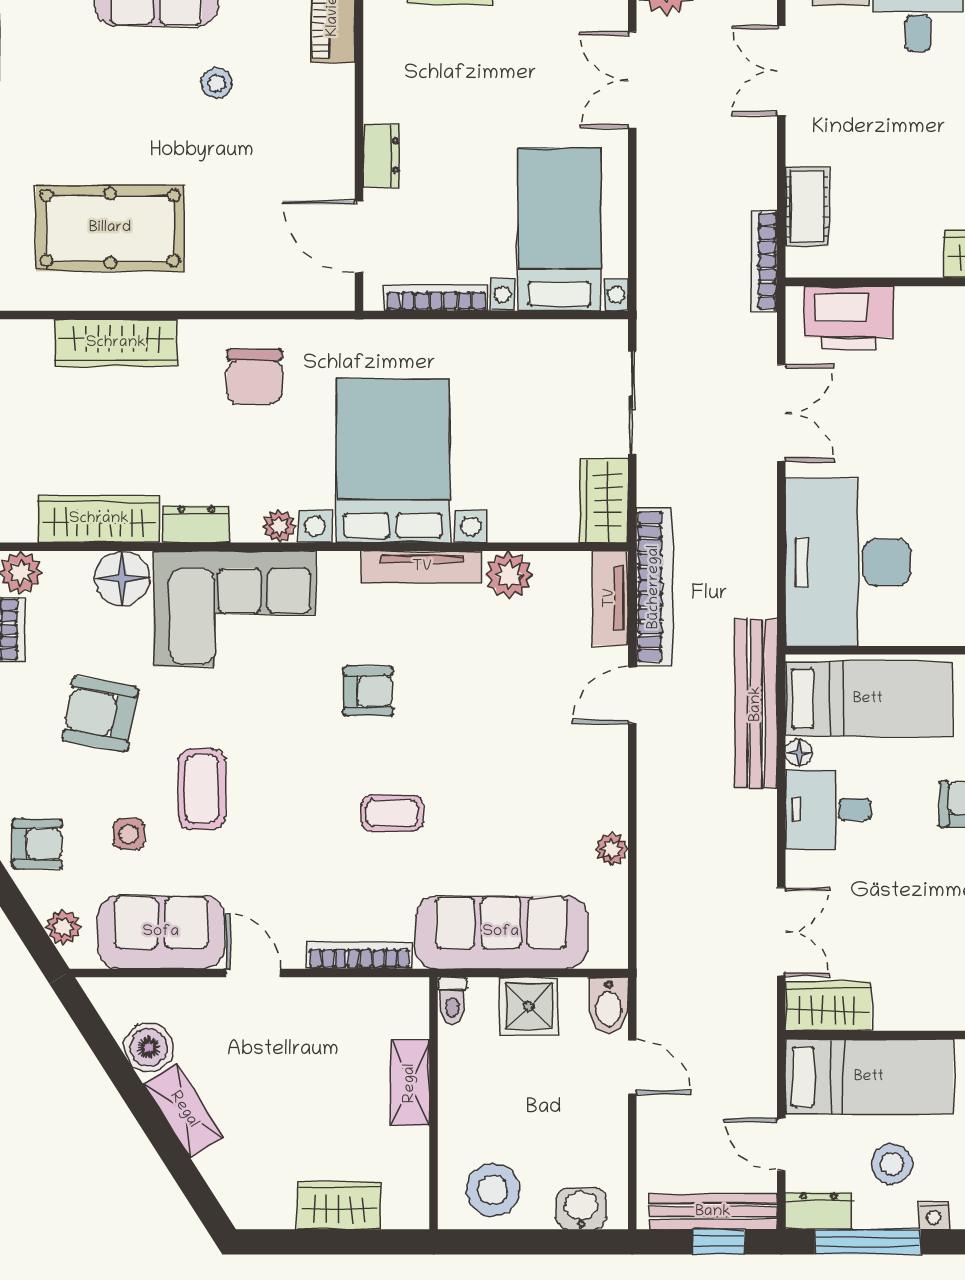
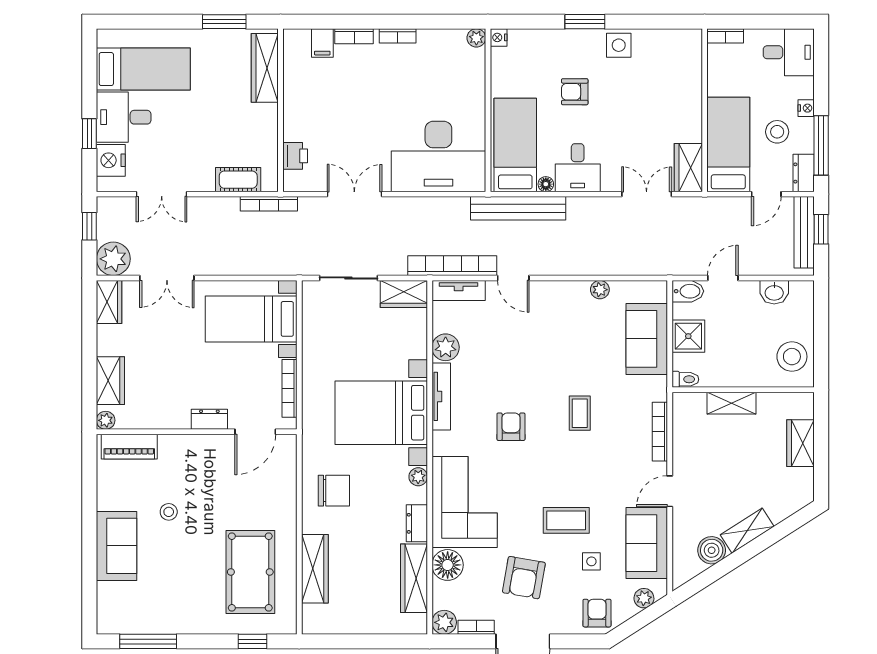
printer: (849, 318) -> (295, 156), width x0.53, depth x0.68
sofa: (501, 932) -> (647, 339), width x0.73
washbasin: (581, 1208) -> (774, 292), moved, turned -90

